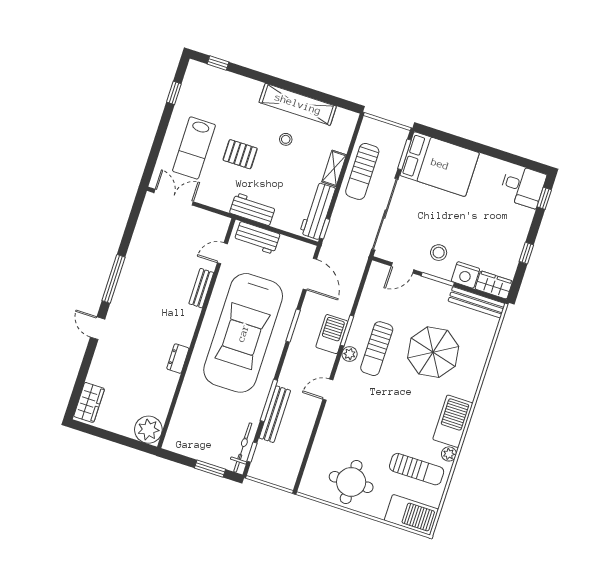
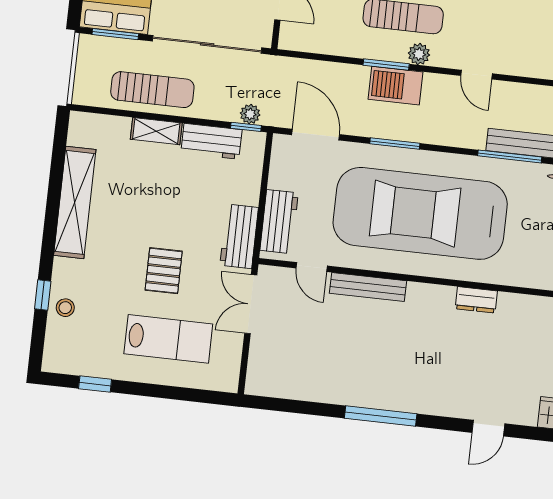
window: (218, 63) -> (43, 295), moved
stool: (286, 139) -> (65, 308), moved
double door: (174, 197) -> (251, 304), moved
workbench: (318, 211) -> (211, 141), width x0.73
plant: (333, 233) -> (250, 114), added
door: (310, 274) -> (316, 135), hinge flipped
bench: (201, 288) -> (368, 287), width x1.36
door: (98, 328) -> (488, 428), moved
car: (243, 333) -> (420, 213), turned 180

